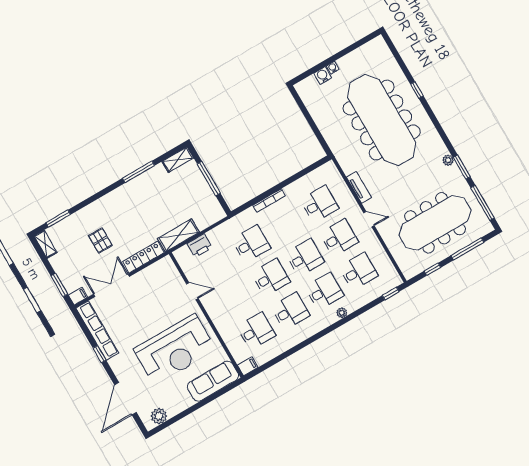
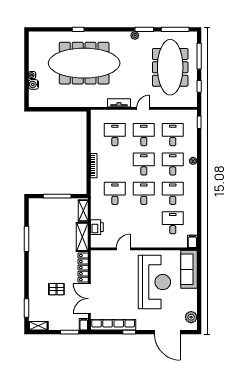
shelving: (178, 160) -> (83, 211), moved

